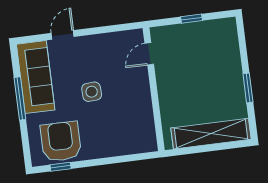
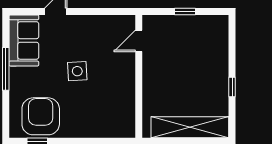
sofa: (36, 77) -> (24, 40), width x0.73
window: (248, 88) -> (232, 87), width x0.67

